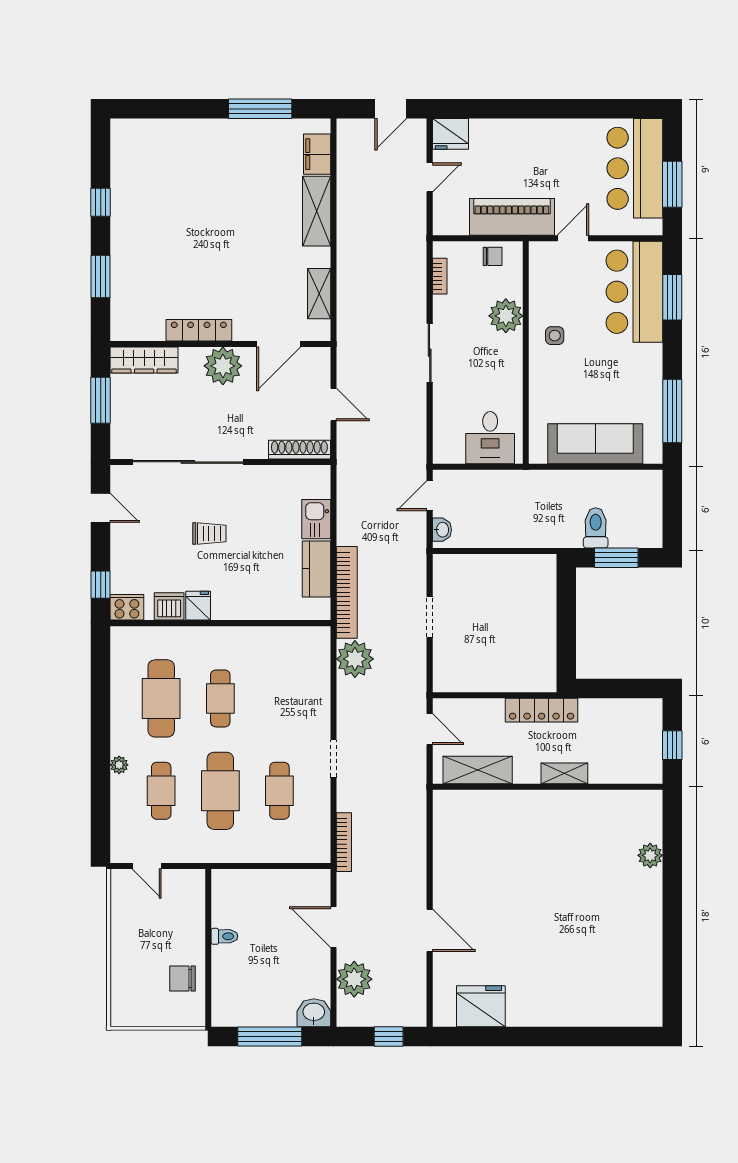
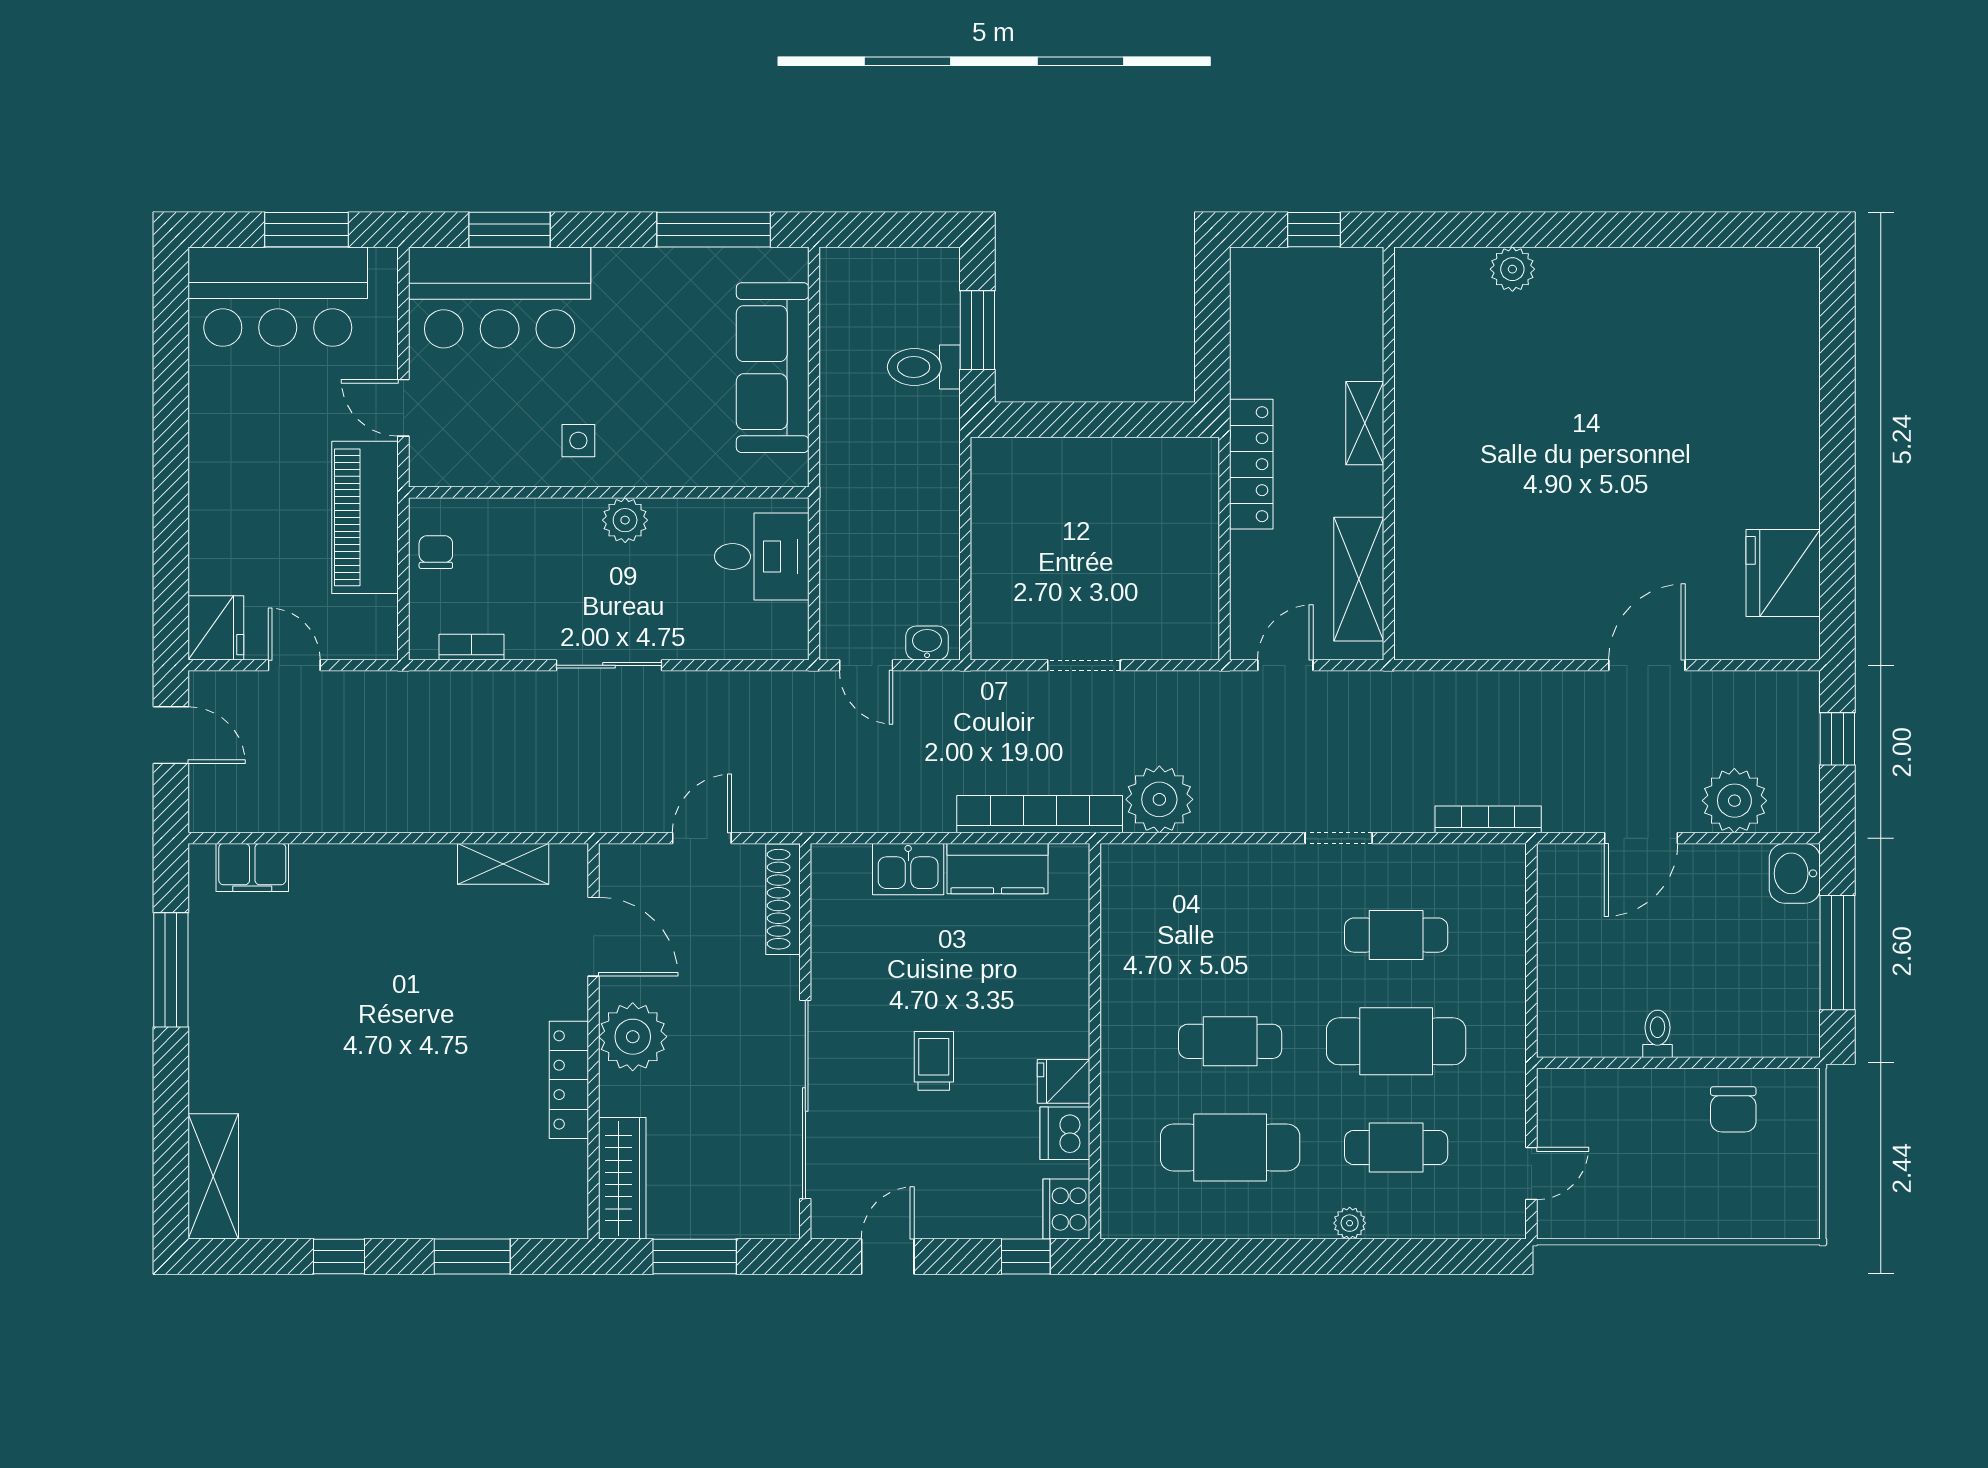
shelving: (317, 211) -> (213, 1176), moved, turned 90
plant: (506, 316) -> (625, 520), moved, width x0.73, depth x0.73

